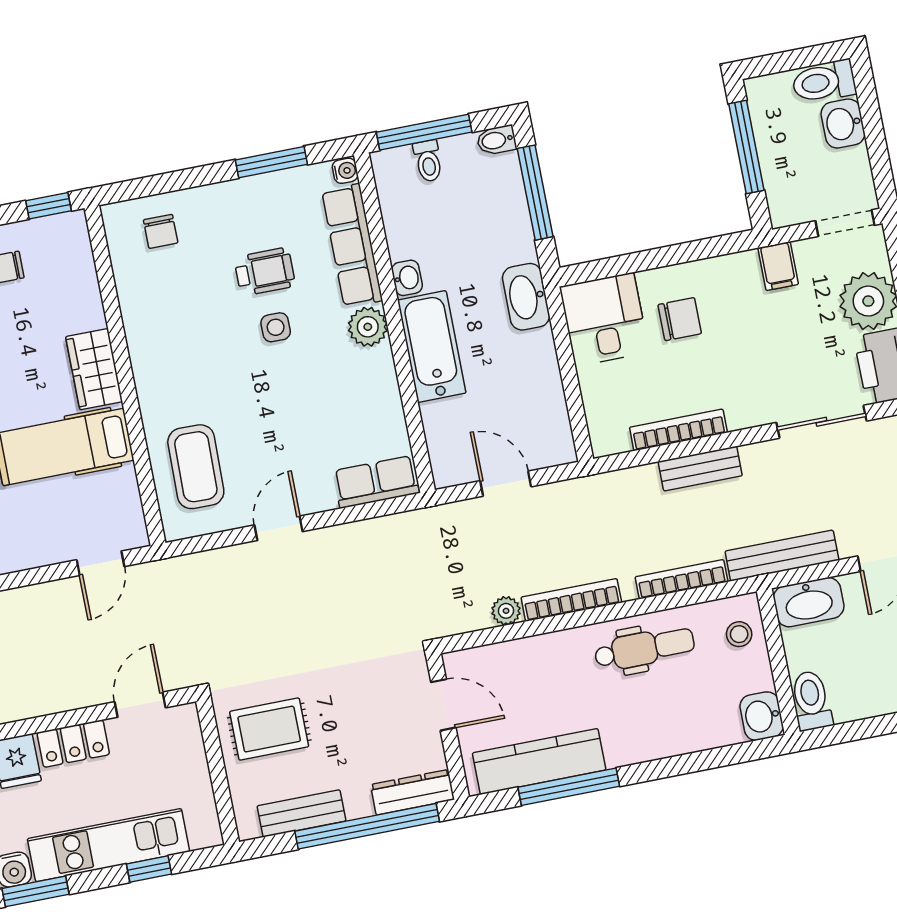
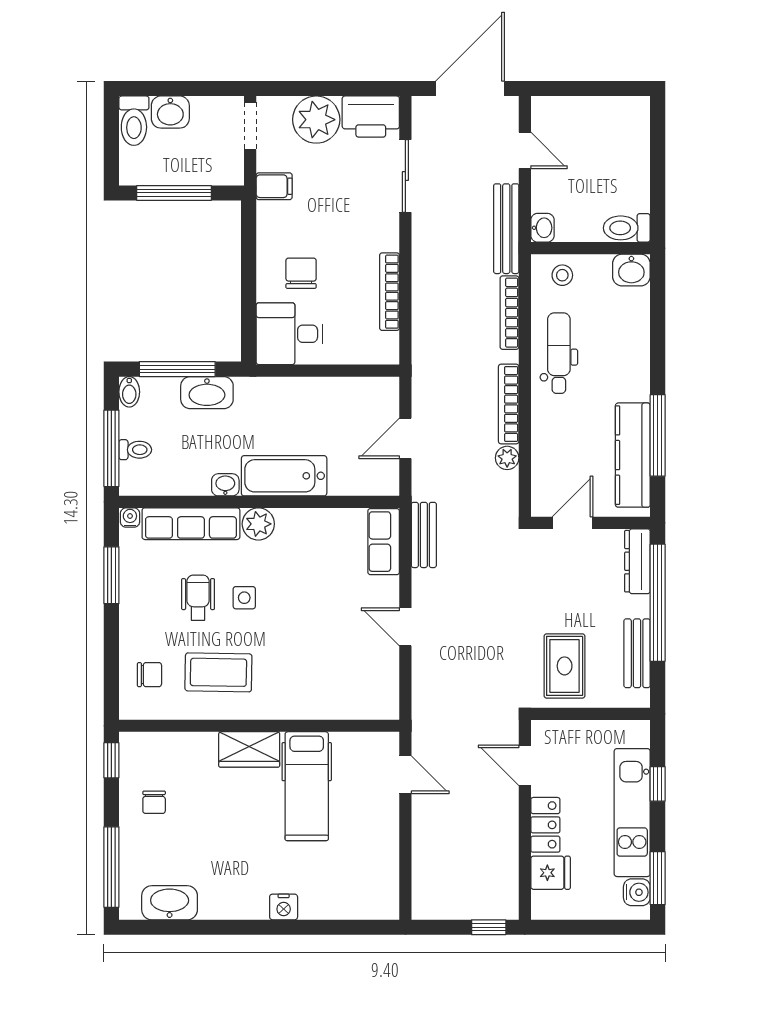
washbasin: (526, 297) -> (207, 393), moved
coffee table: (196, 467) -> (218, 672), moved
bench: (700, 469) -> (424, 535), moved
washbasin: (809, 602) -> (542, 228), width x0.52, depth x0.69

